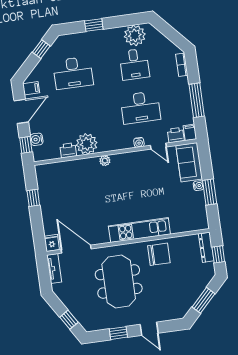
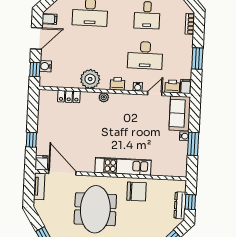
window: (197, 100) -> (197, 59), width x0.69
door: (158, 146) -> (155, 93), swing flipped
printer: (68, 150) -> (117, 84), moved
locker: (68, 167) -> (69, 97), added
window: (33, 198) -> (31, 140), moved
dresser: (206, 247) -> (180, 205), moved

